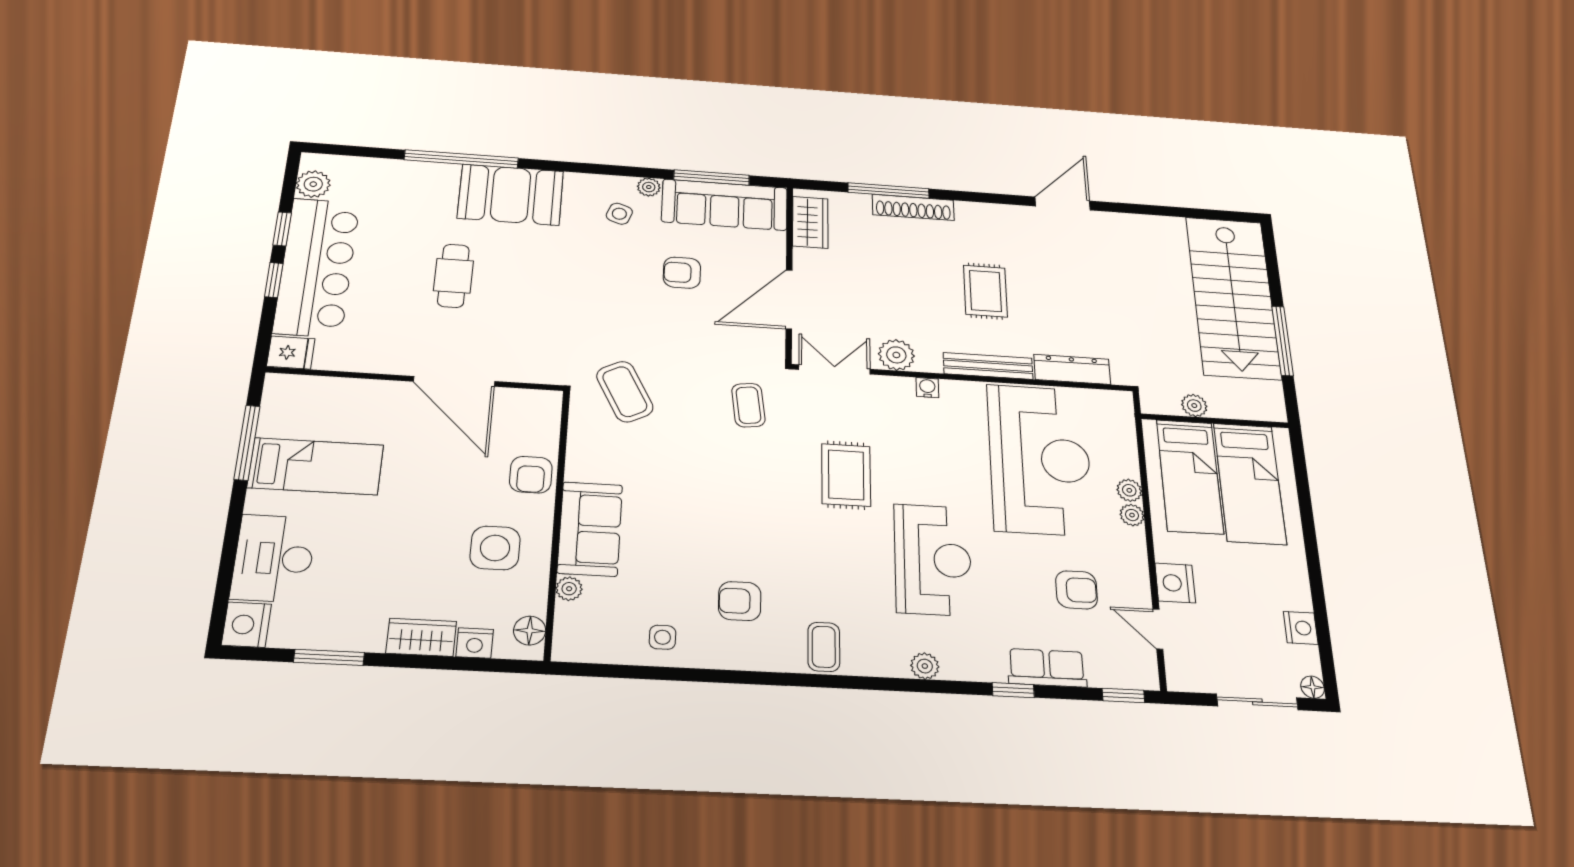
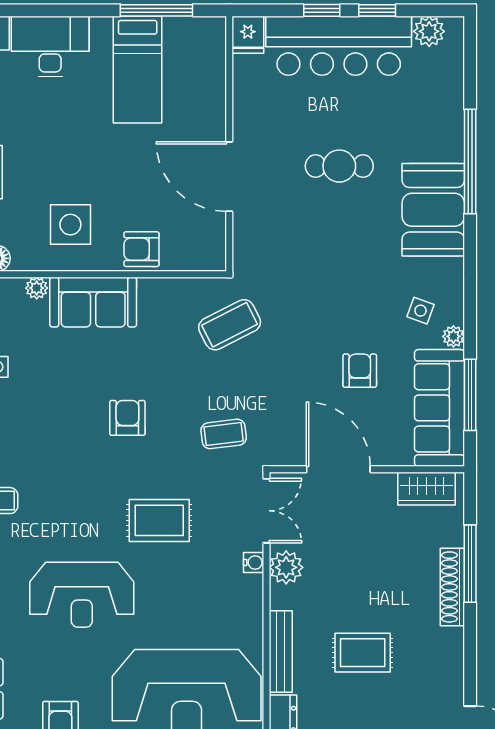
door: (454, 381) -> (229, 177), hinge flipped
water cooler: (927, 388) -> (254, 562), moved
armchair: (740, 601) -> (127, 418), moved

